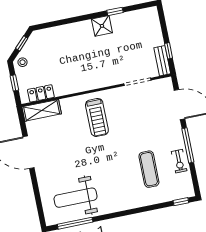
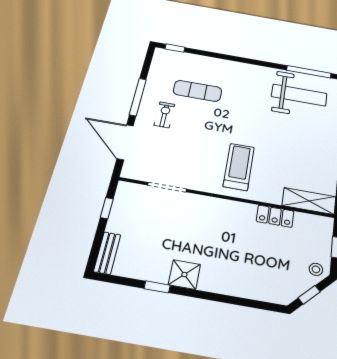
bench: (162, 61) -> (107, 253), moved
locker: (41, 93) -> (275, 216), moved
exercise bike: (179, 161) -> (164, 115), moved
exercise mat: (149, 169) -> (198, 91), turned 90

